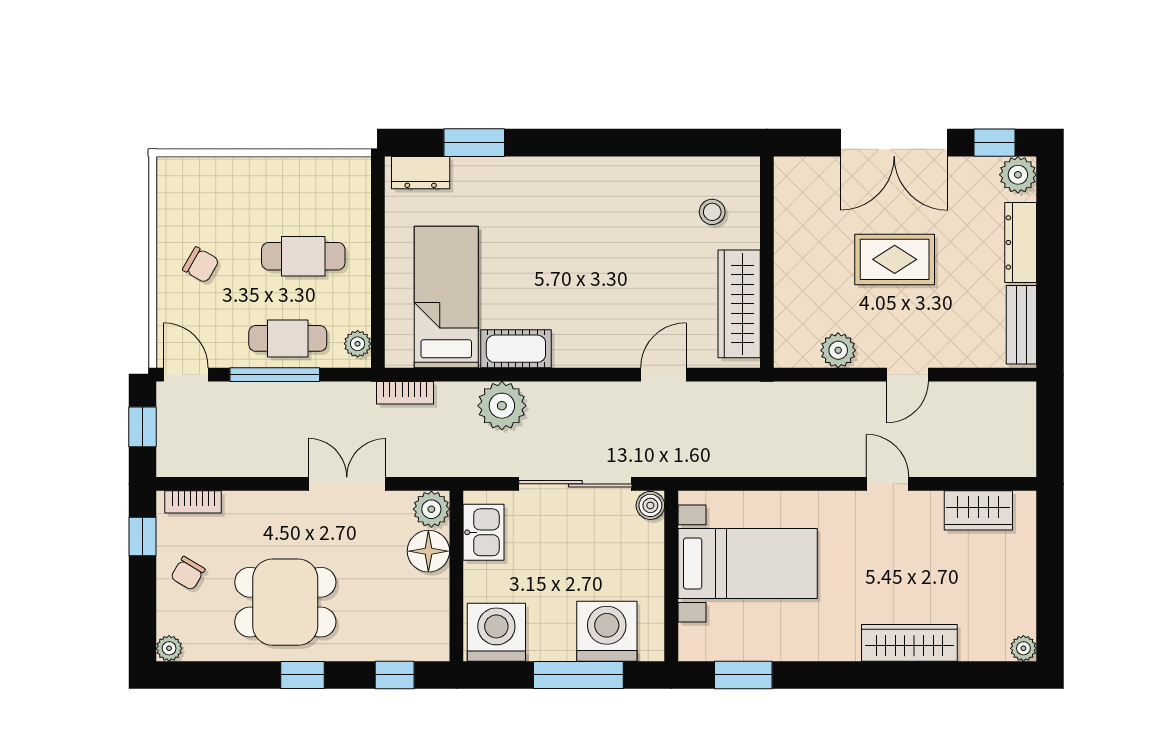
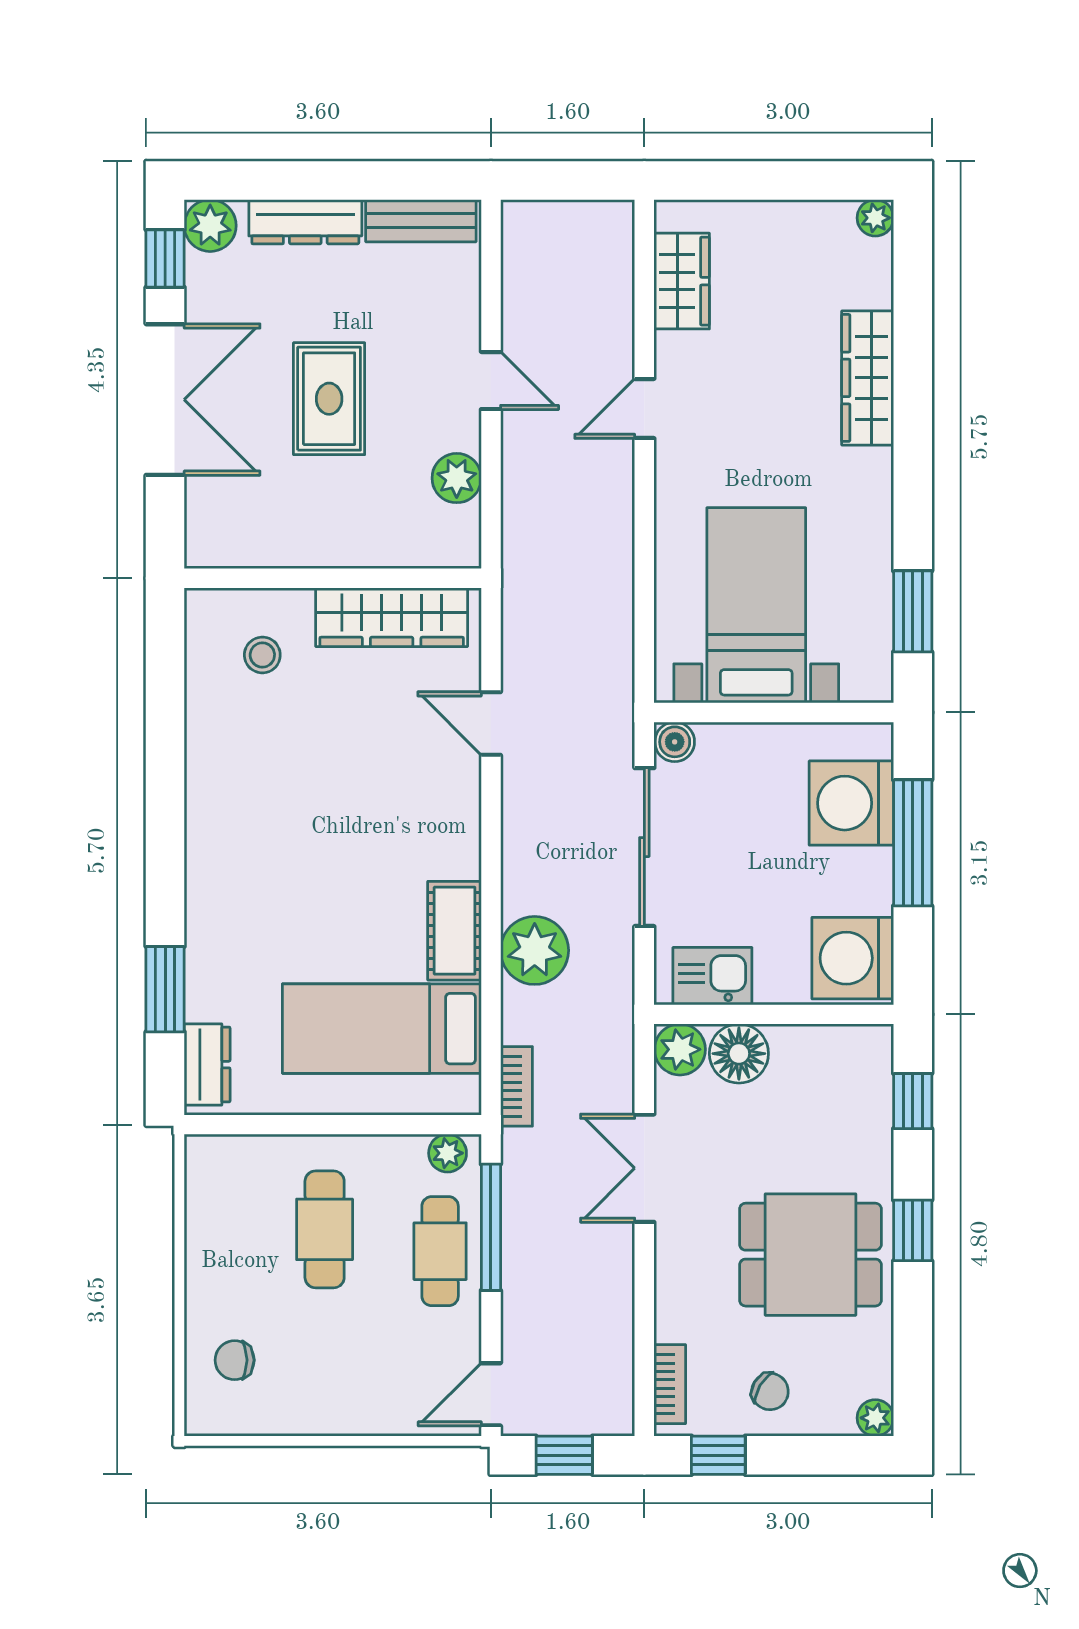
chair: (201, 265) -> (235, 1360), moved, turned -120
window: (275, 375) -> (491, 1227), moved
dining table: (285, 602) -> (810, 1255), turned 90

